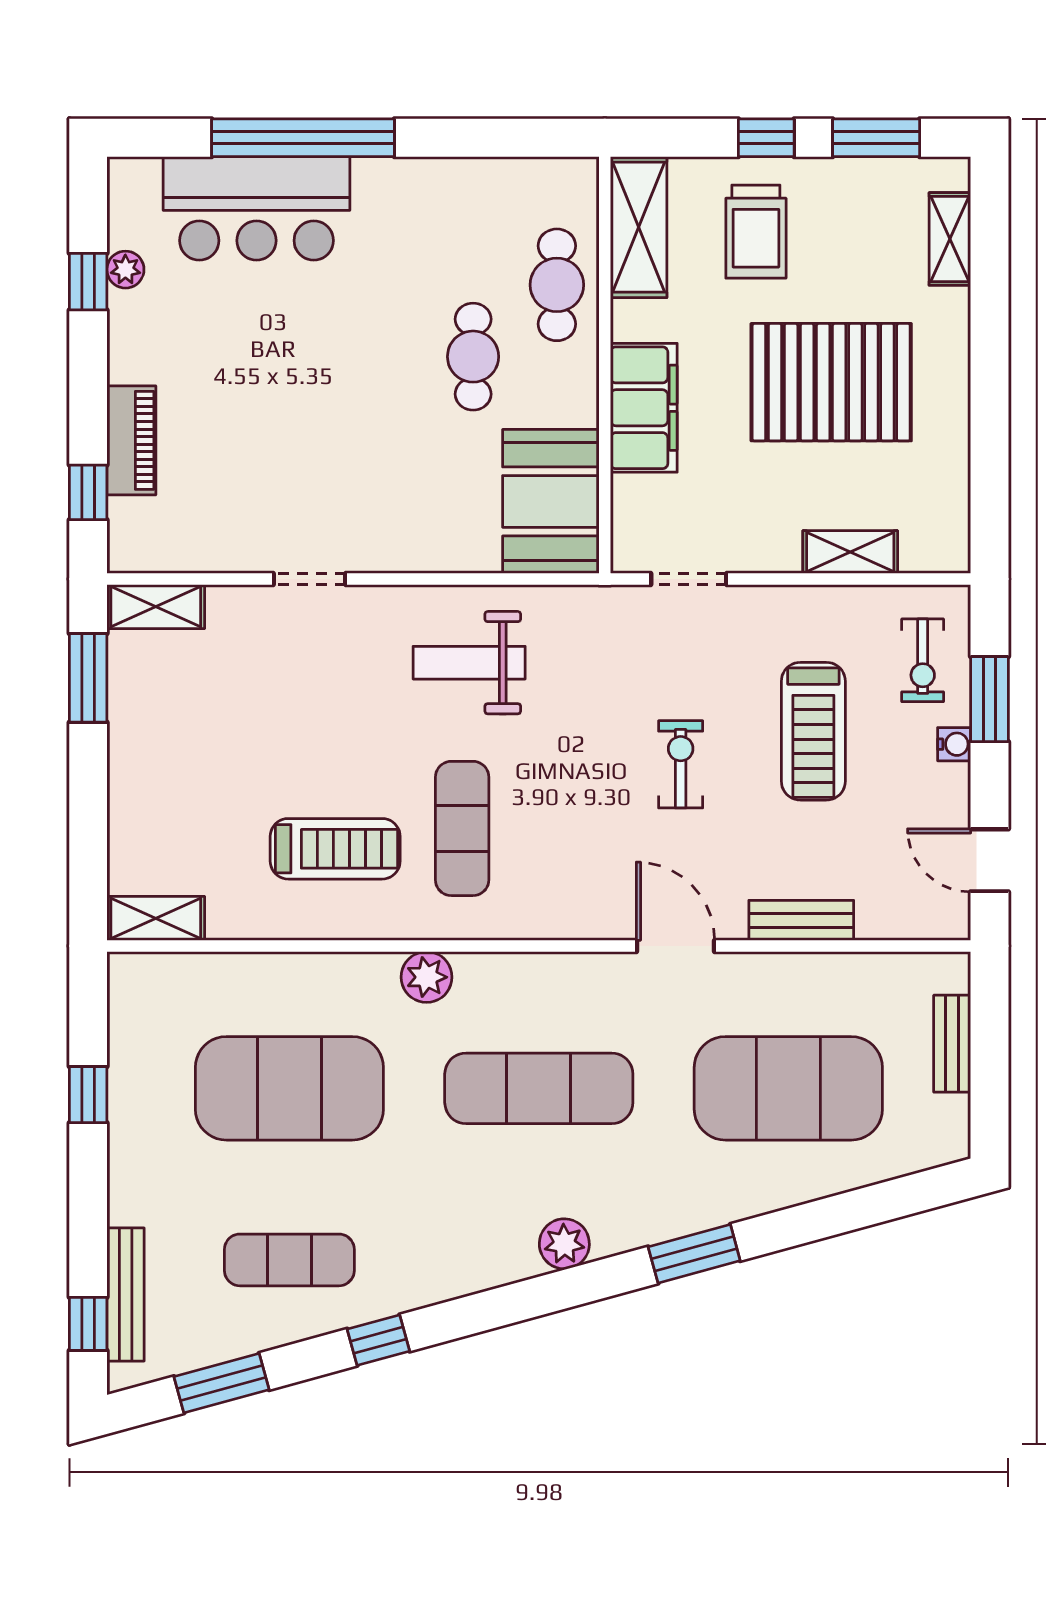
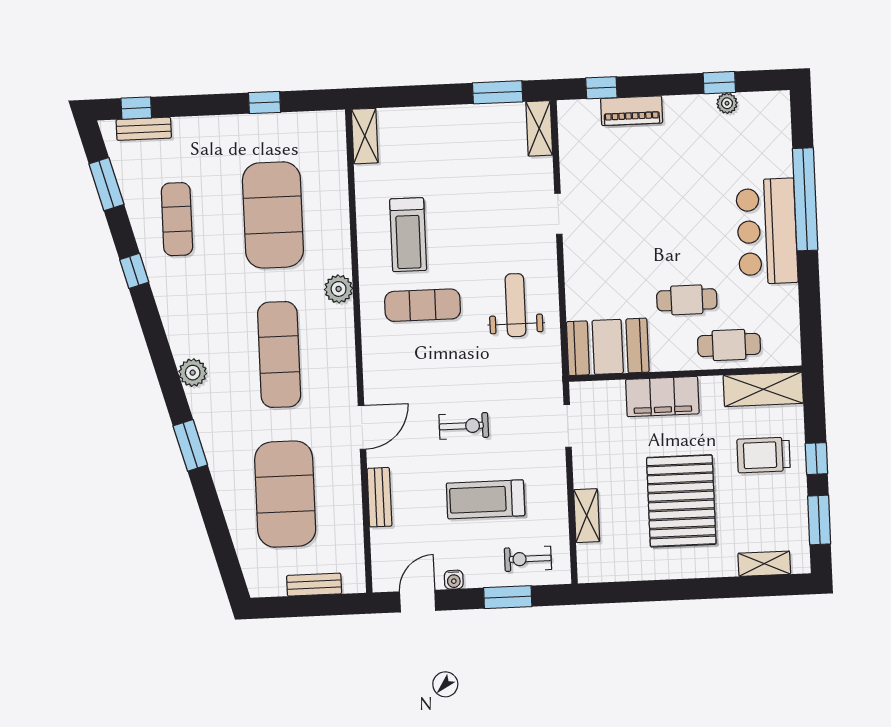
bar counter: (256, 208) -> (767, 231), moved
water cooler: (954, 744) -> (454, 580), moved
bench: (126, 1294) -> (144, 129), width x0.73

